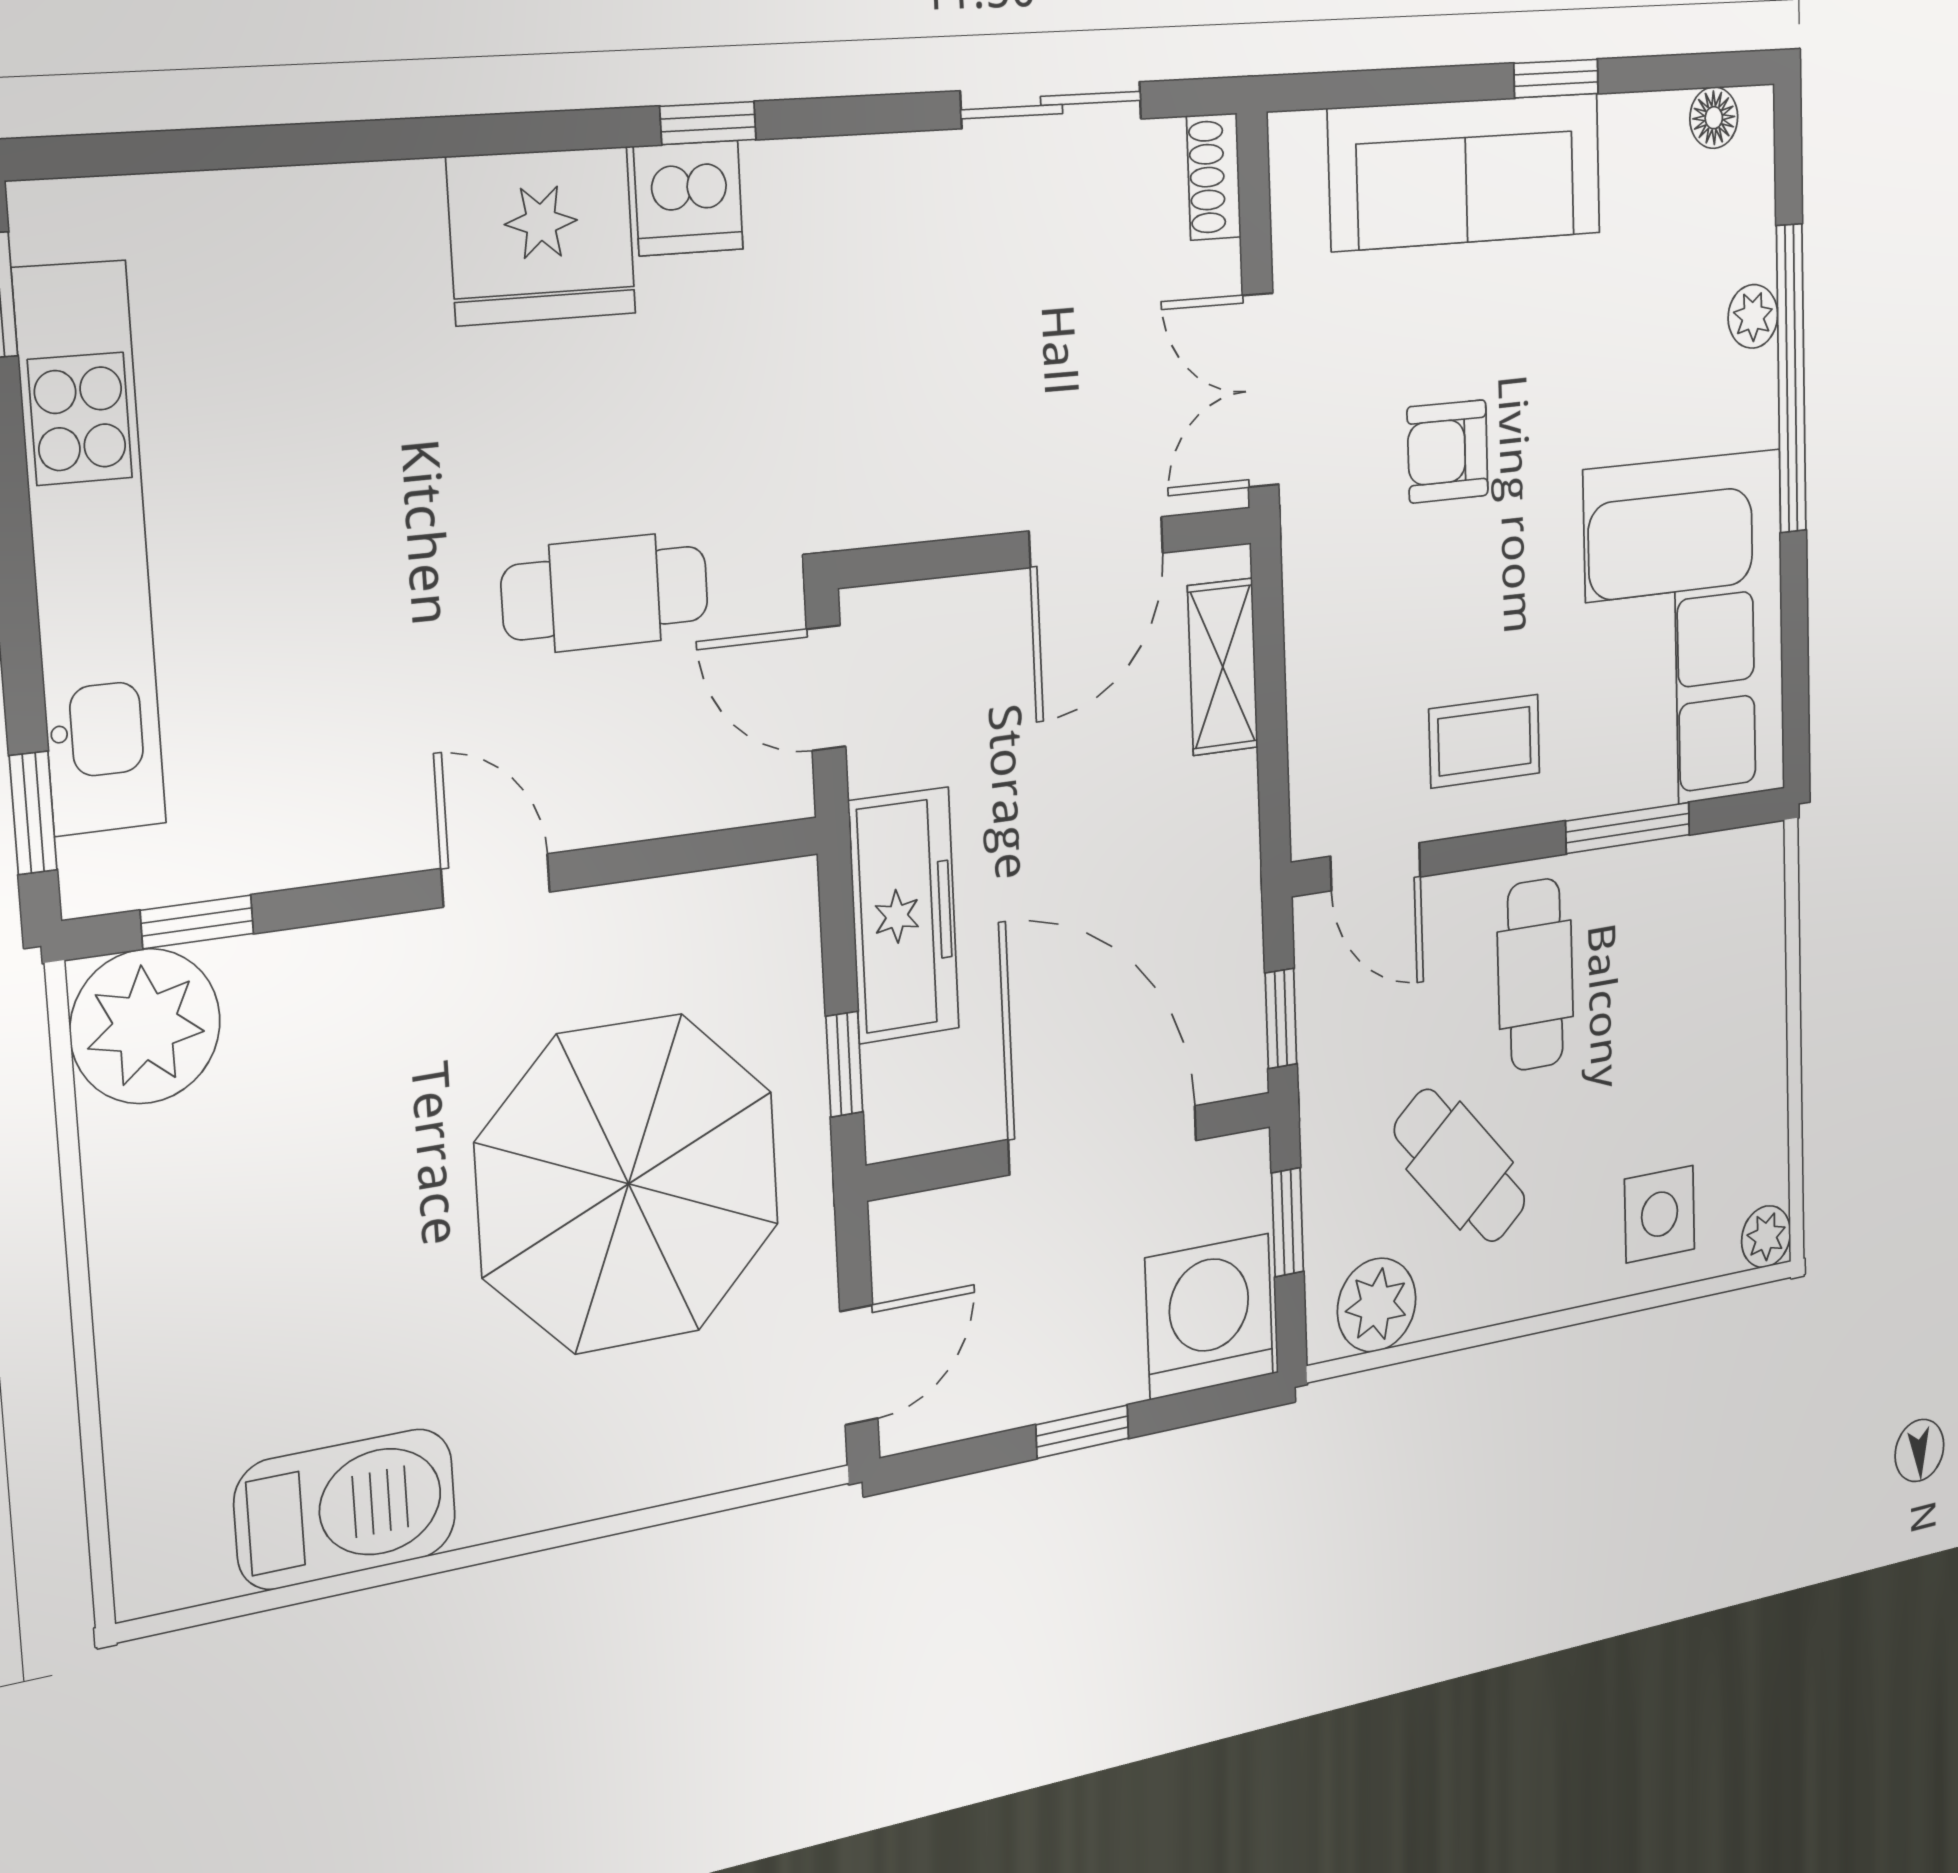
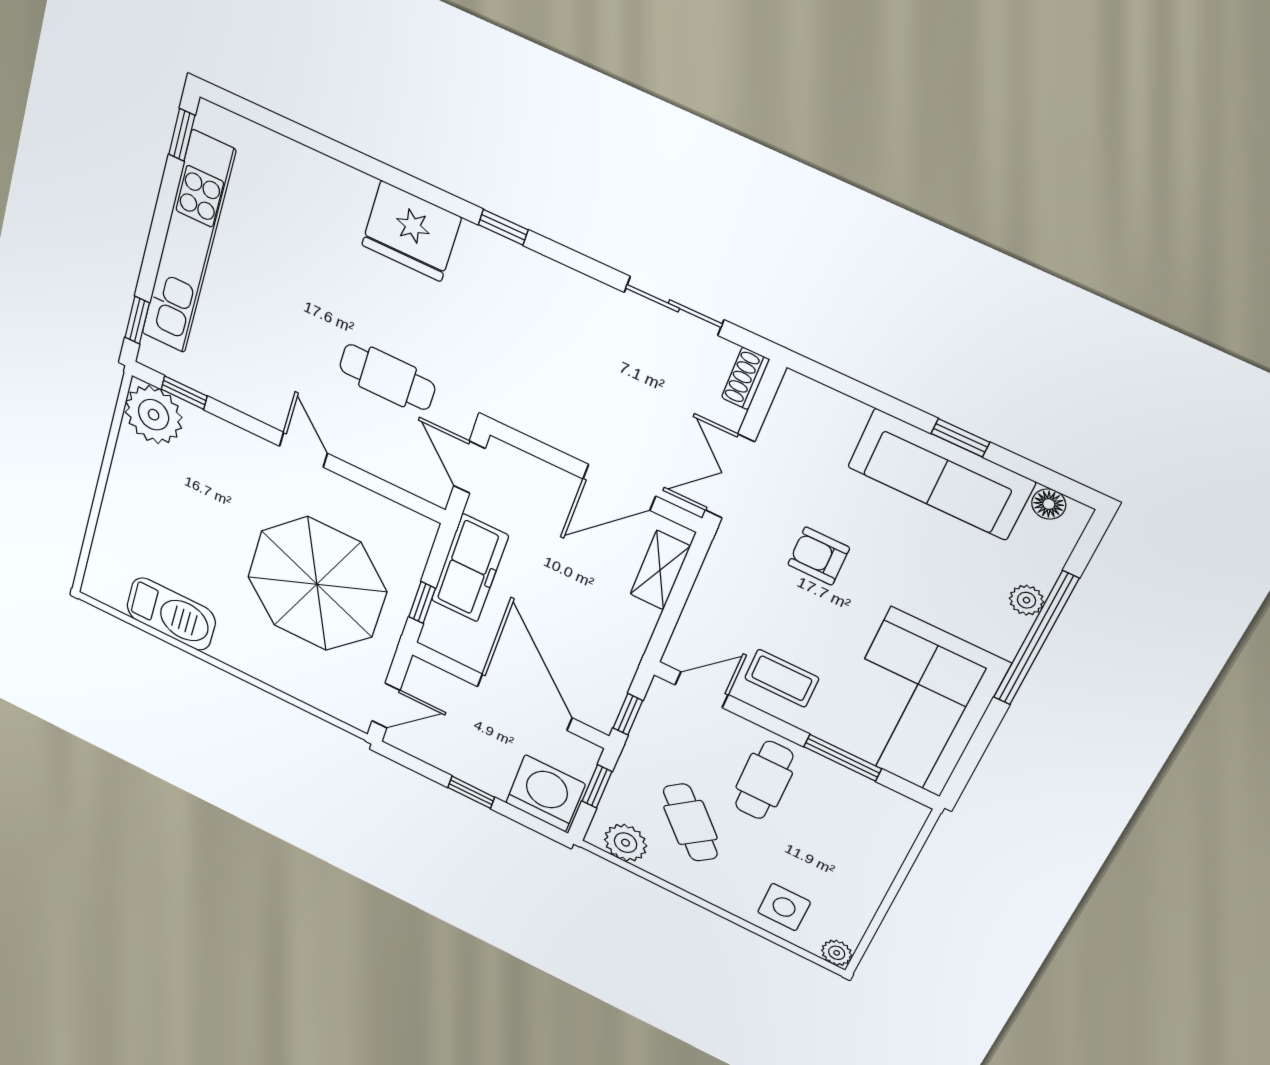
sofa: (1466, 172) -> (941, 474), moved
dishwasher: (689, 198) -> (482, 251), removed
door: (1376, 867) -> (701, 690), swing flipped

